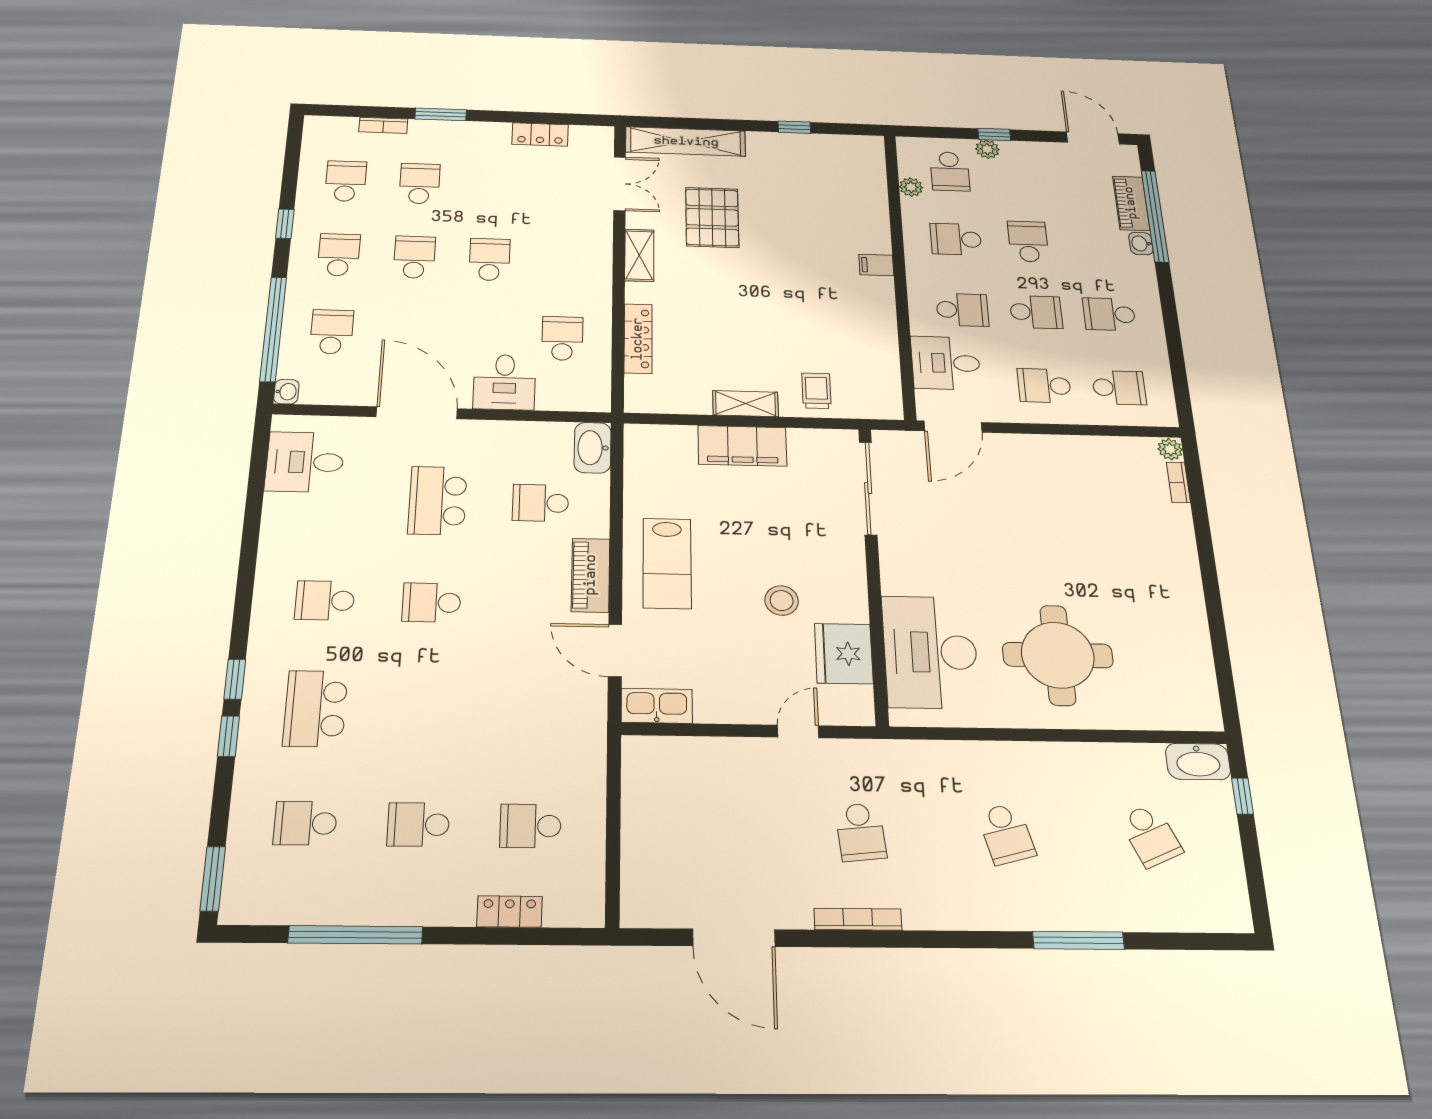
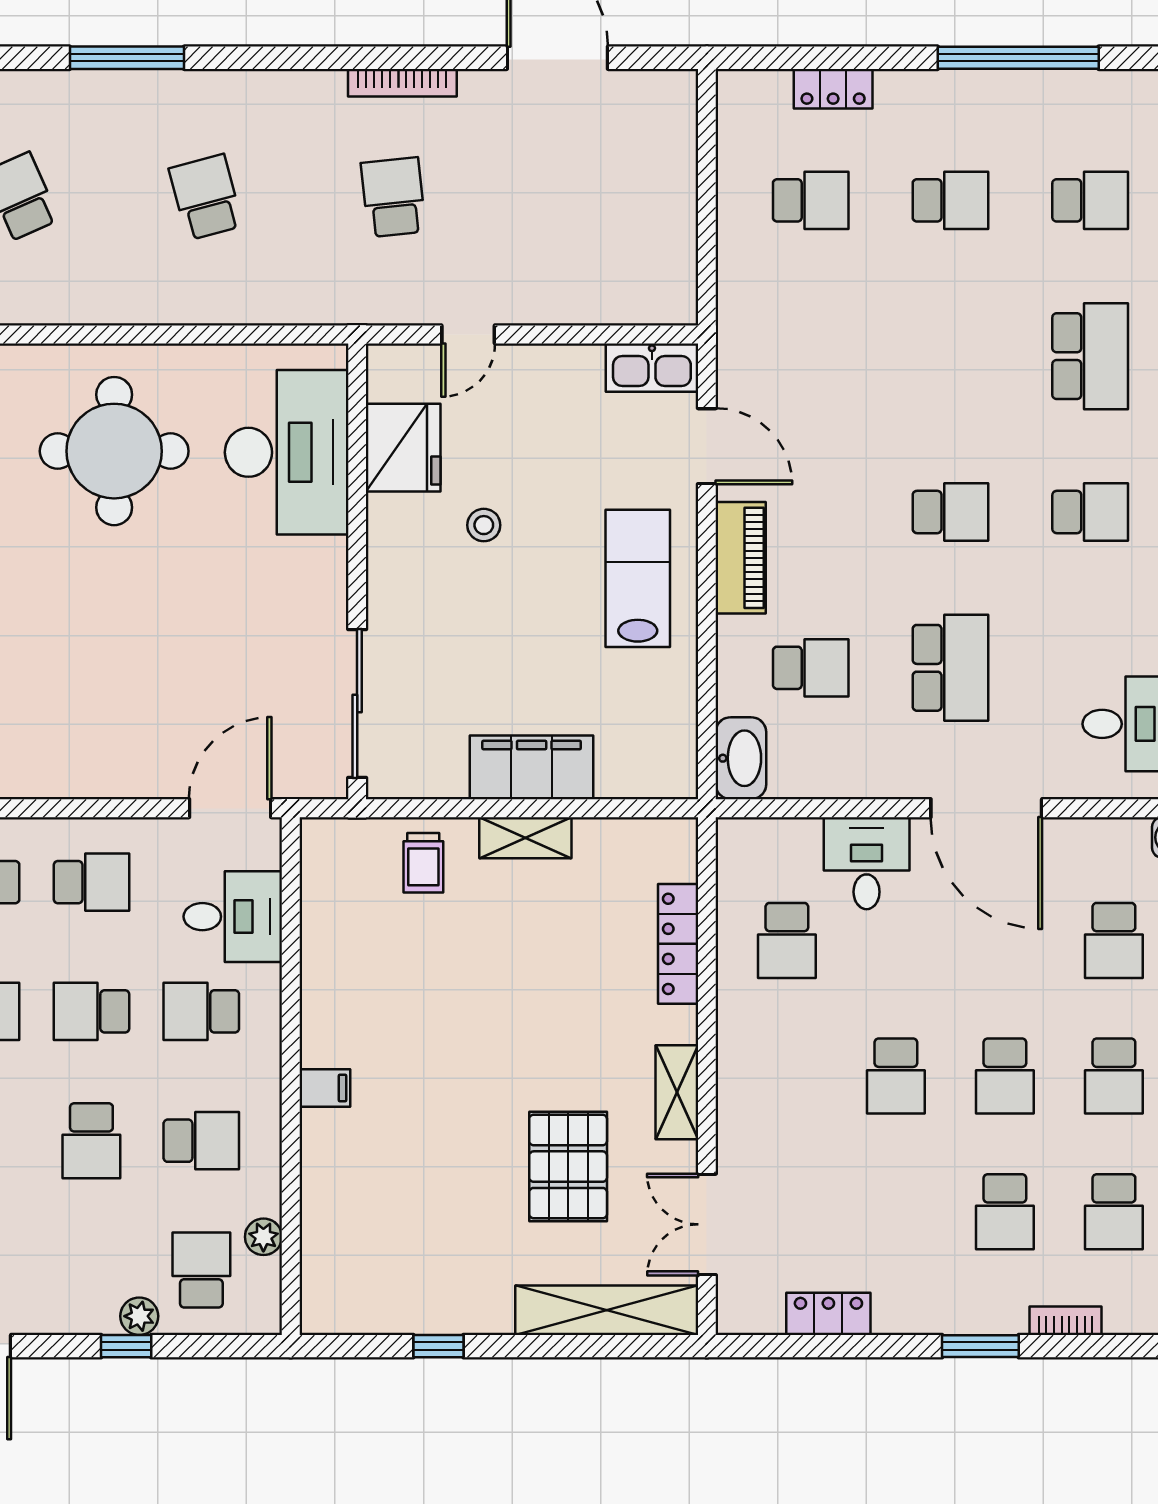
stool: (782, 601) -> (484, 525), width x0.73, depth x0.73

